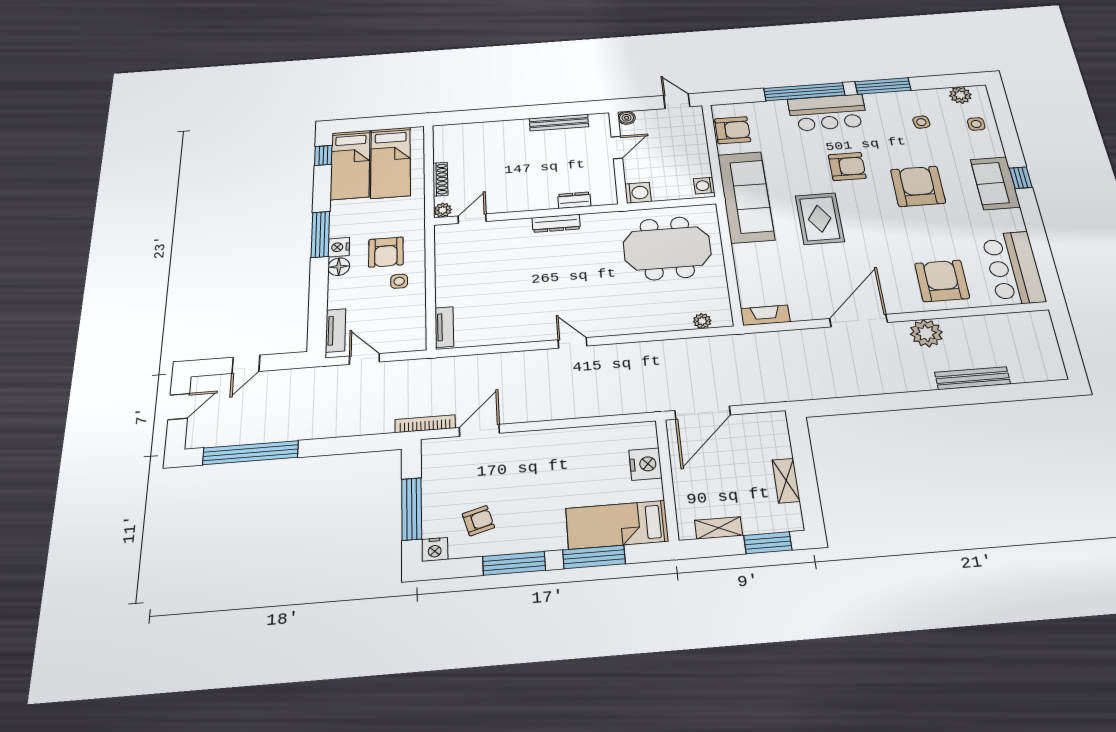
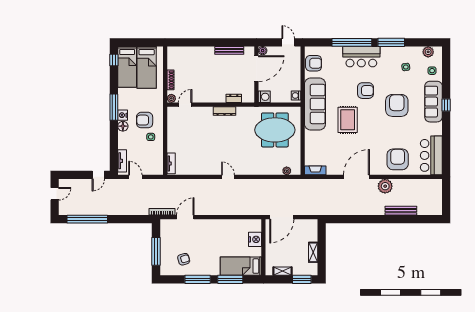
door: (617, 148) -> (256, 69), width x1.87
sofa: (995, 183) -> (433, 102), width x1.36
armchair: (386, 252) -> (145, 120), turned 90
door: (246, 364) -> (98, 175), moved
nightstand: (435, 549) -> (165, 270), removed

